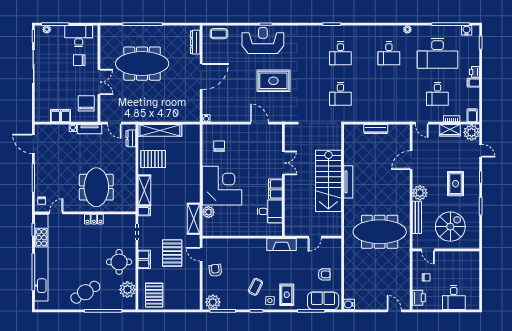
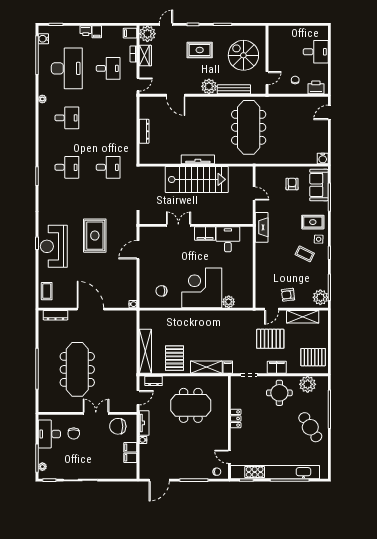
meeting table: (96, 187) -> (191, 405), moved
shelving: (194, 219) -> (303, 317), moved

